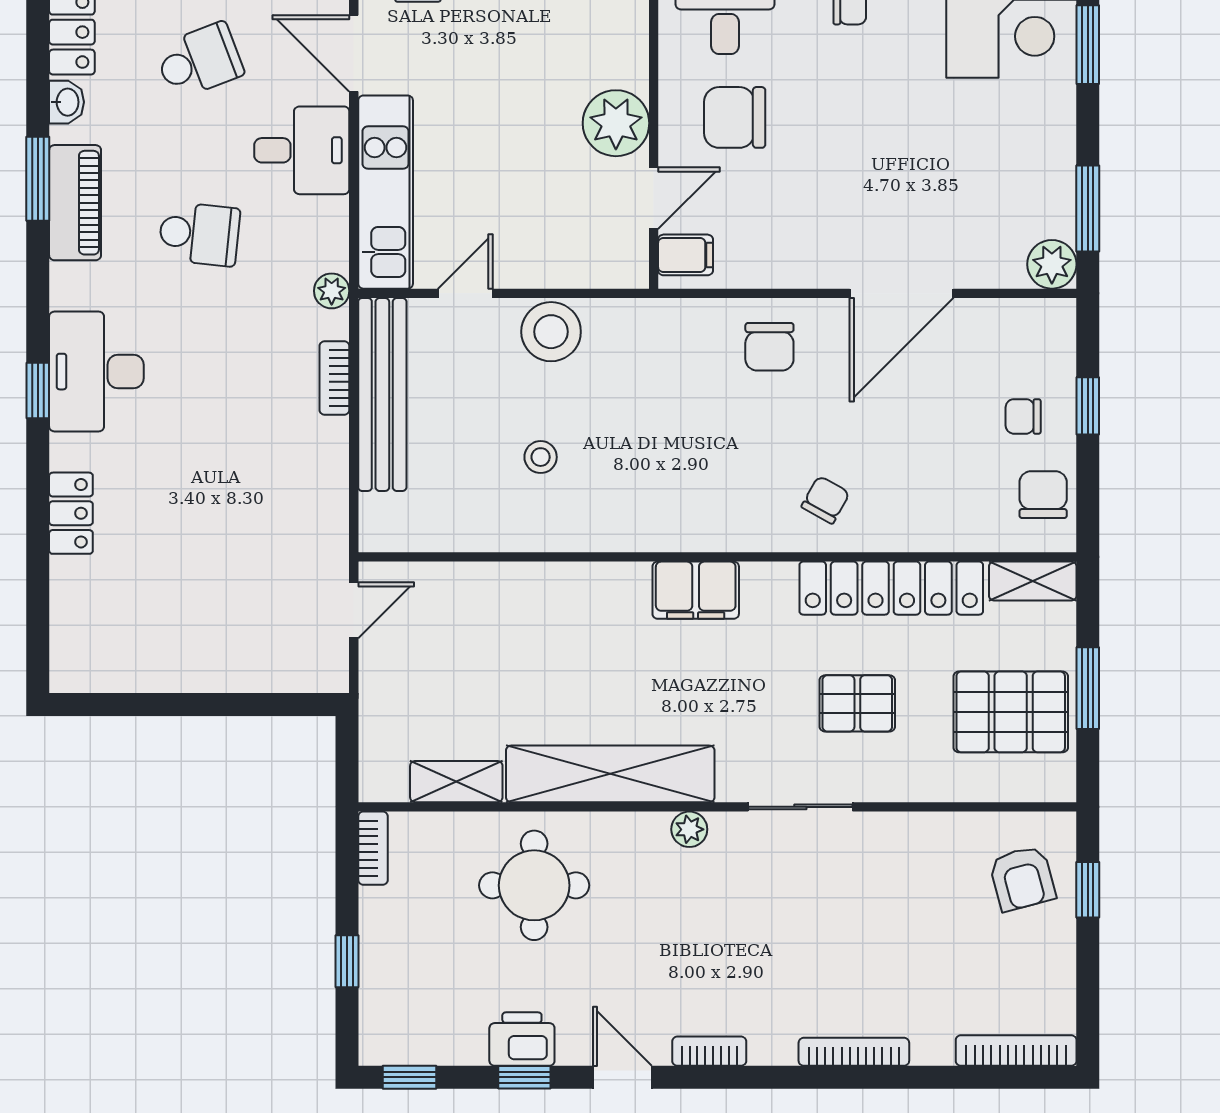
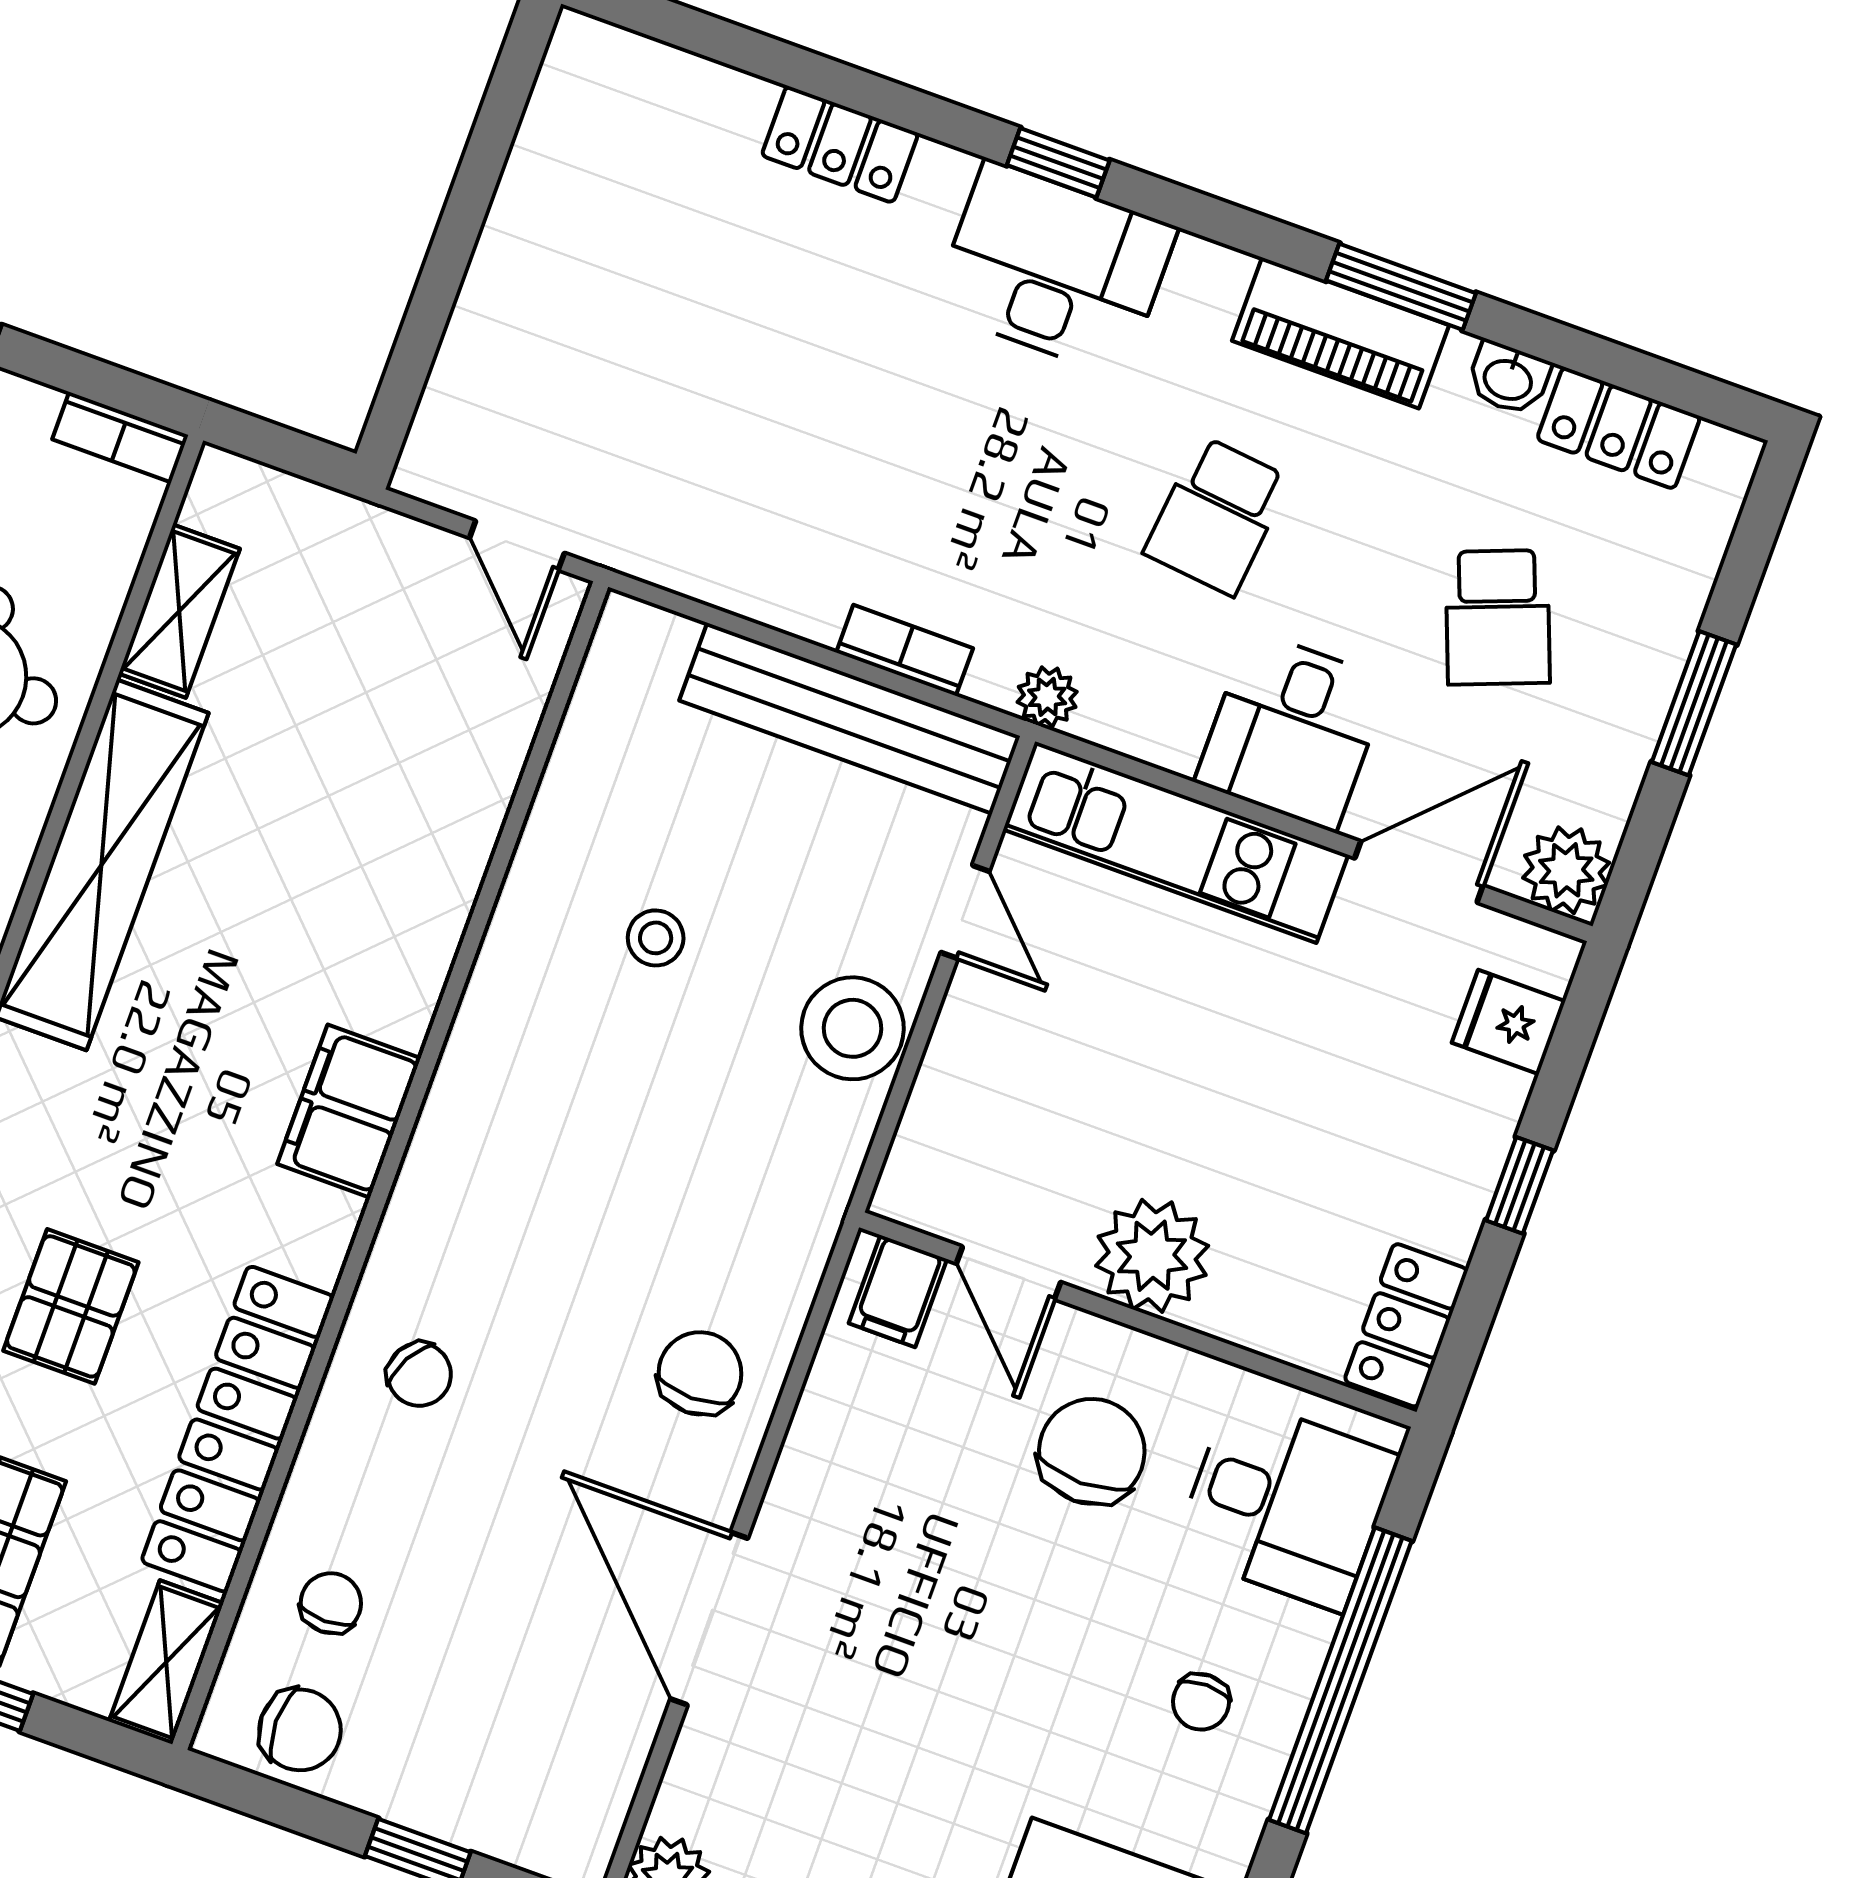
chair: (769, 347) -> (700, 1373), turned 90
chair: (1023, 416) -> (331, 1603), moved

